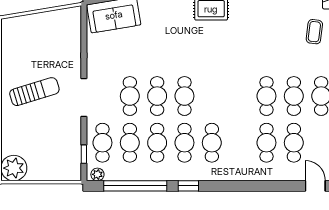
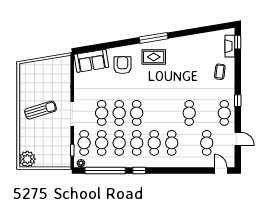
armchair: (162, 21) -> (123, 65), added
cafe table: (294, 96) -> (207, 113), removed
cafe table: (266, 143) -> (172, 143), moved

